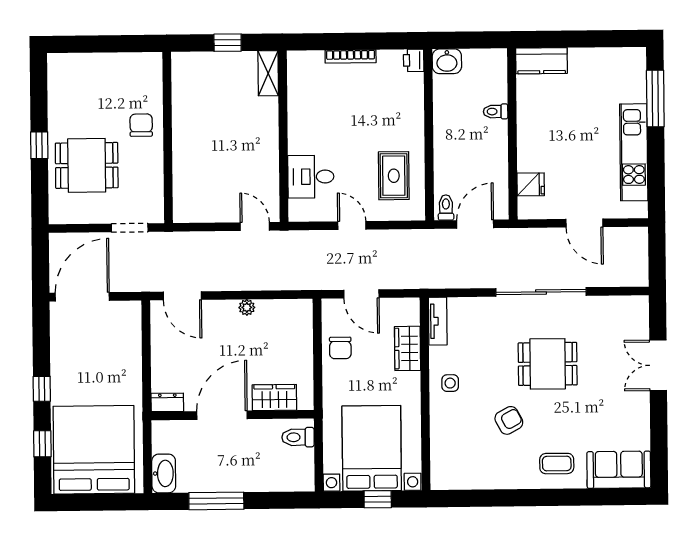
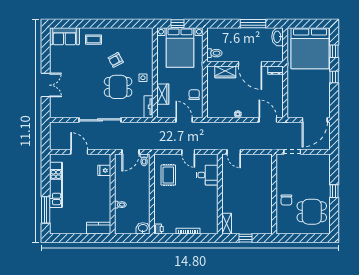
dining table: (87, 165) -> (312, 212), moved
dining table: (548, 364) -> (118, 87), moved
door: (222, 415) -> (250, 64), hinge flipped

